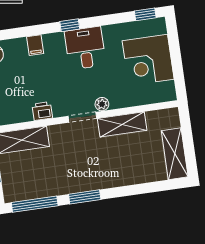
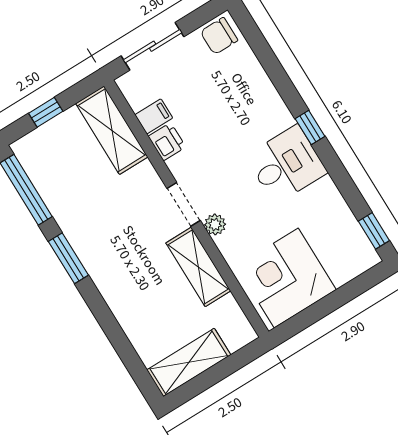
filing cabinet: (35, 45) -> (154, 116), moved, turned 180
corner desk: (148, 60) -> (286, 278), moved

